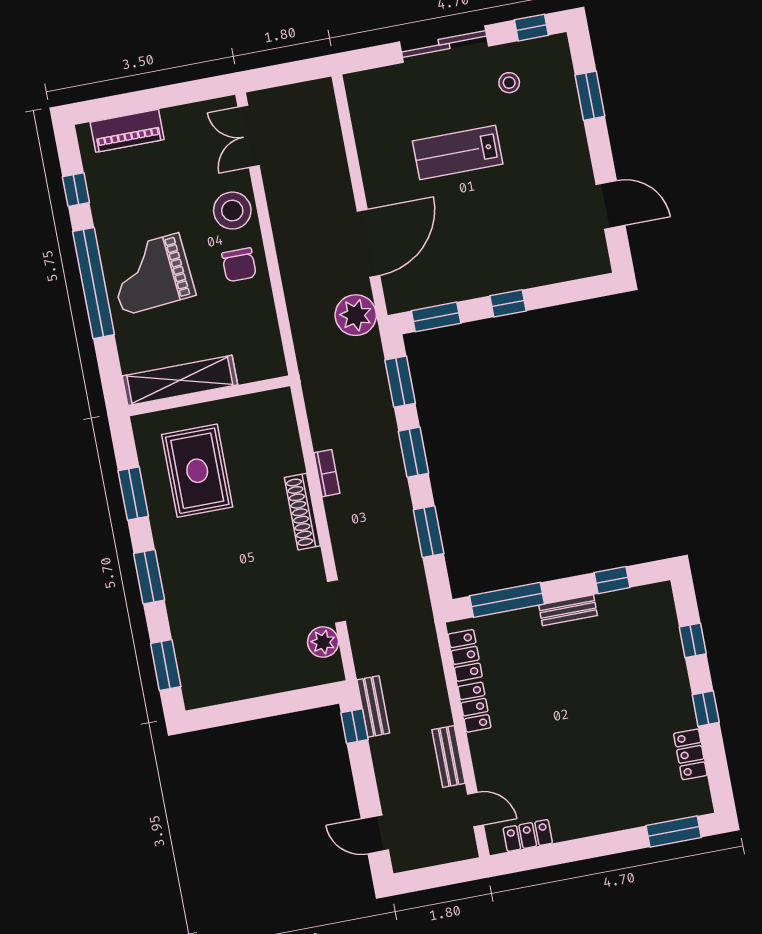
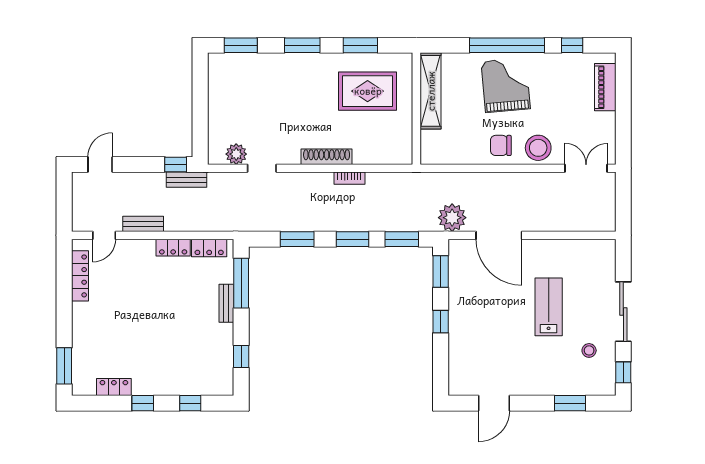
bench: (568, 610) -> (226, 303), moved
locker: (528, 836) -> (80, 276), width x1.53

